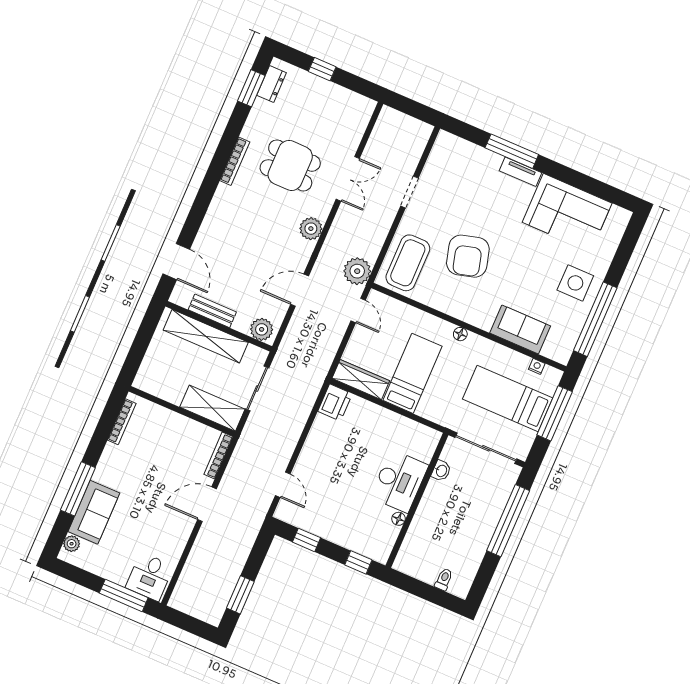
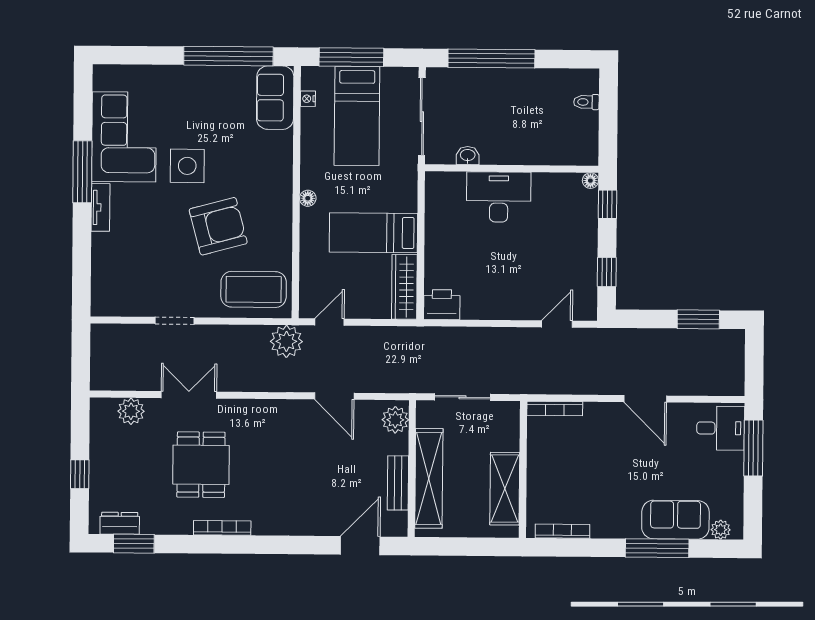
window: (512, 151) -> (82, 172), moved
plant: (311, 229) -> (131, 411), moved
side table: (575, 283) -> (187, 166), moved
sofa: (520, 330) -> (275, 98), moved
shelving: (212, 408) -> (505, 489), moved
door: (207, 504) -> (645, 399), moved
floor lamp: (399, 519) -> (590, 181), moved

